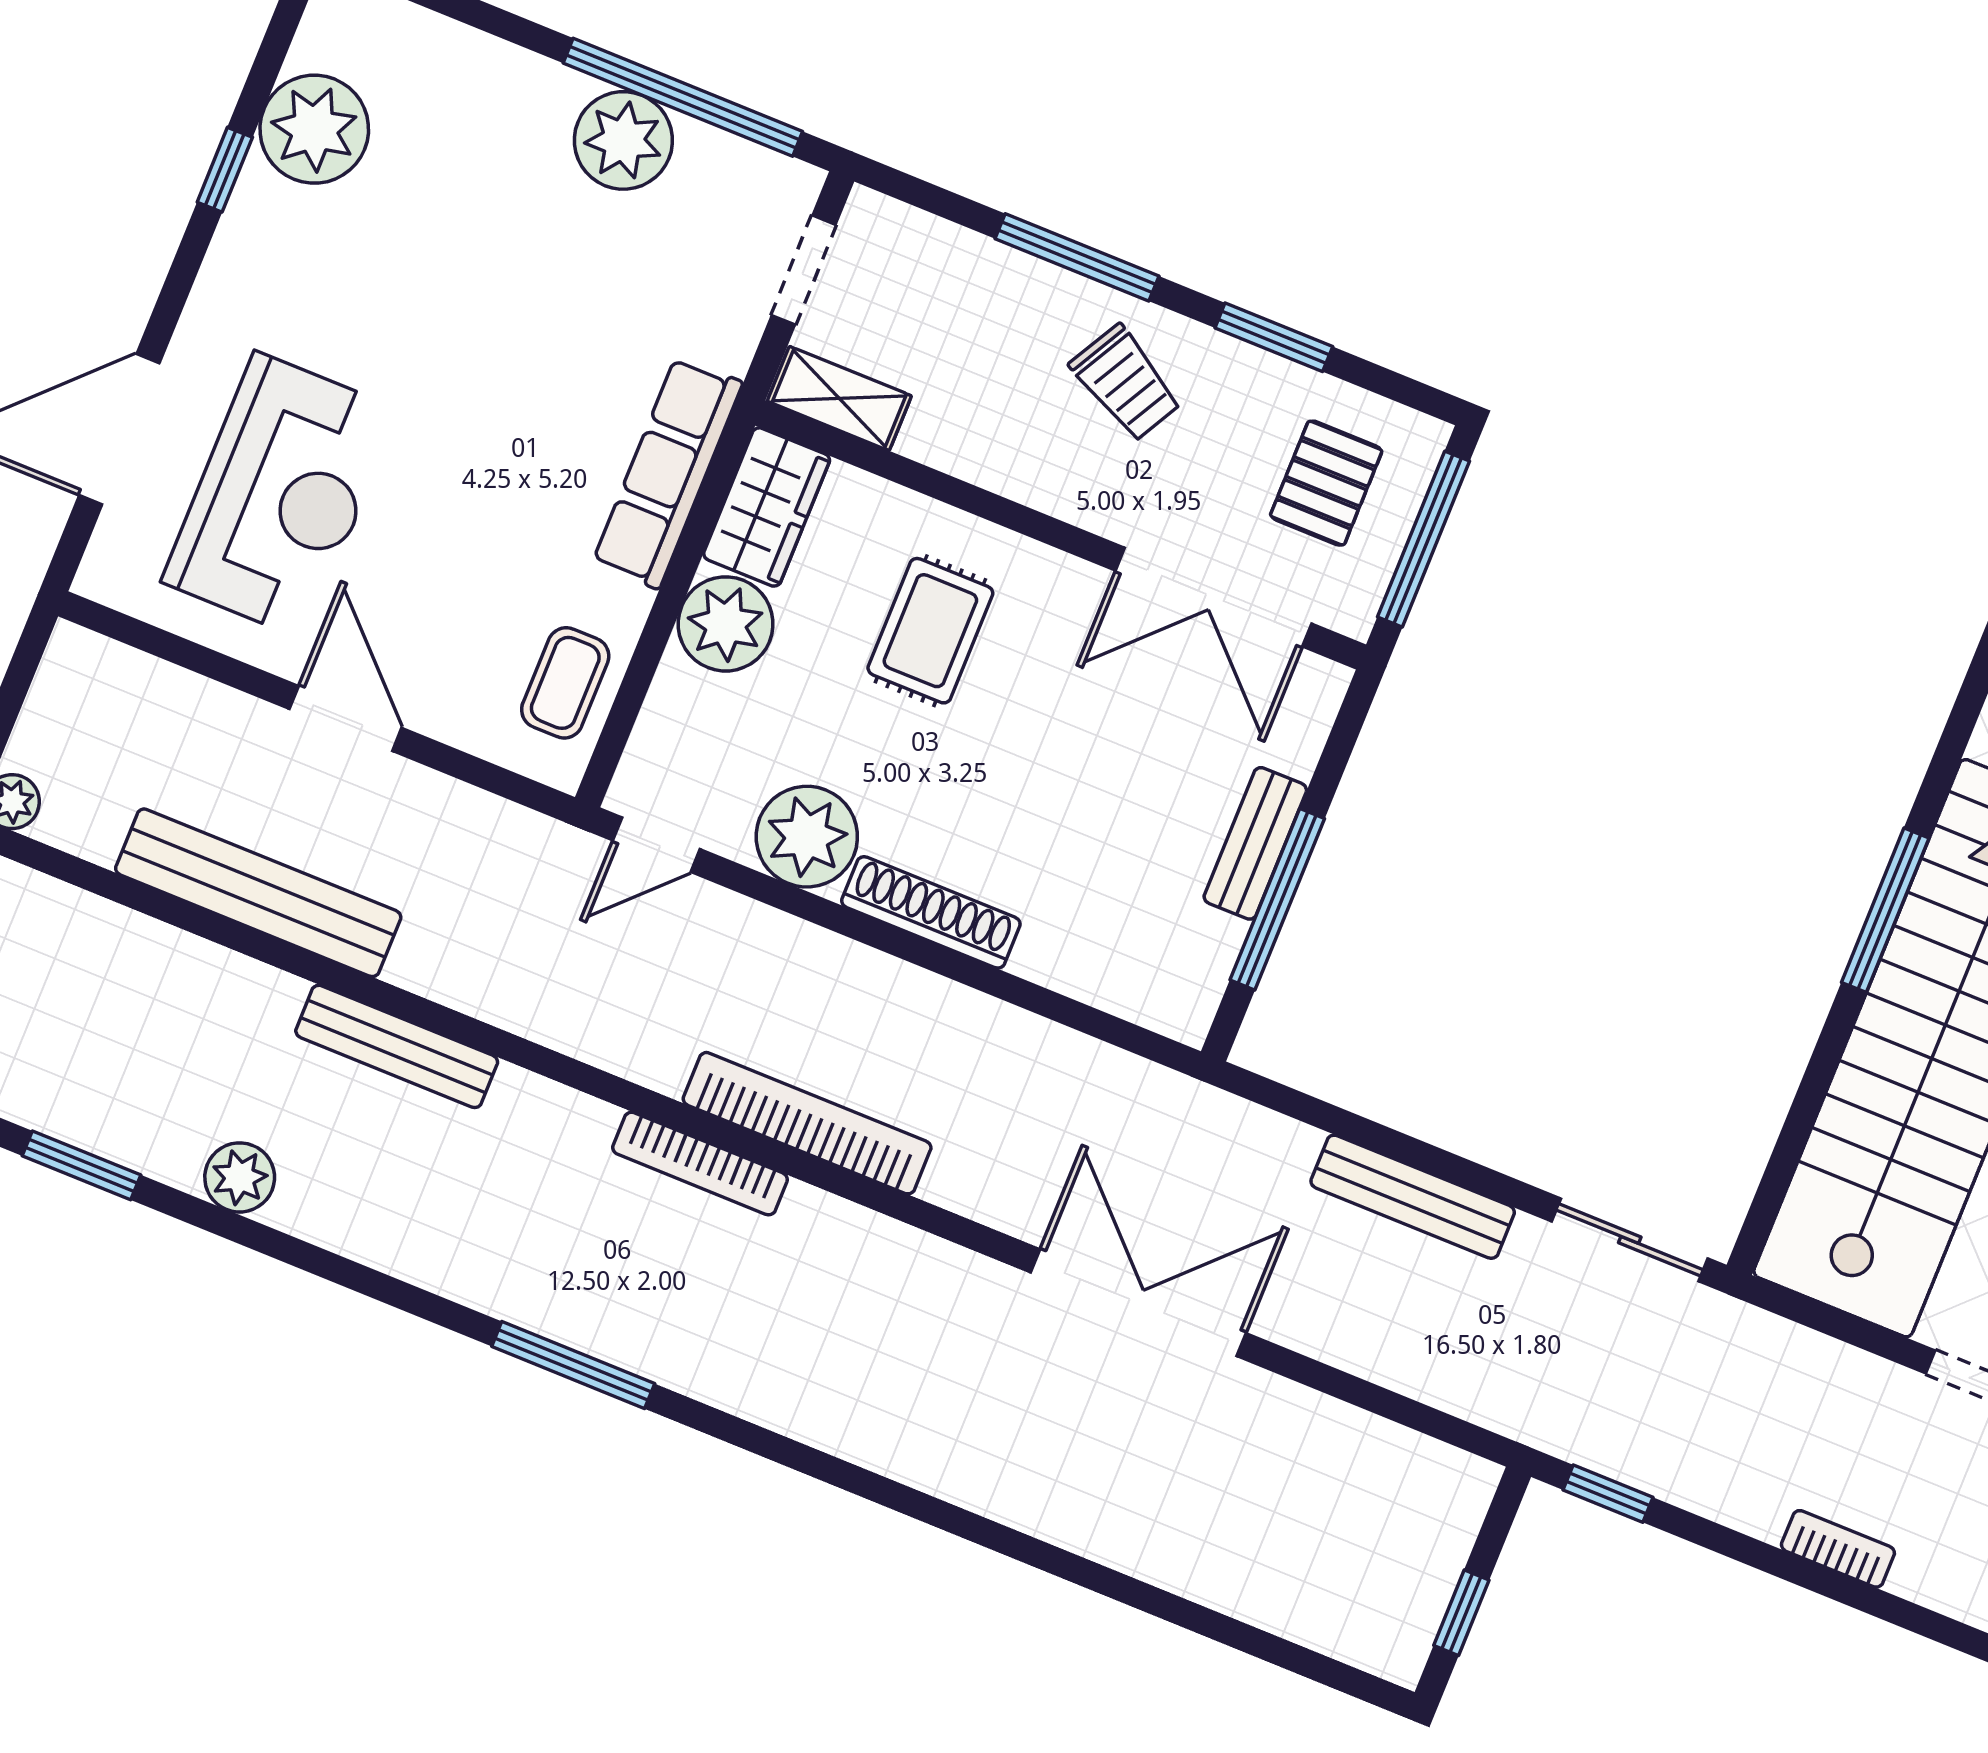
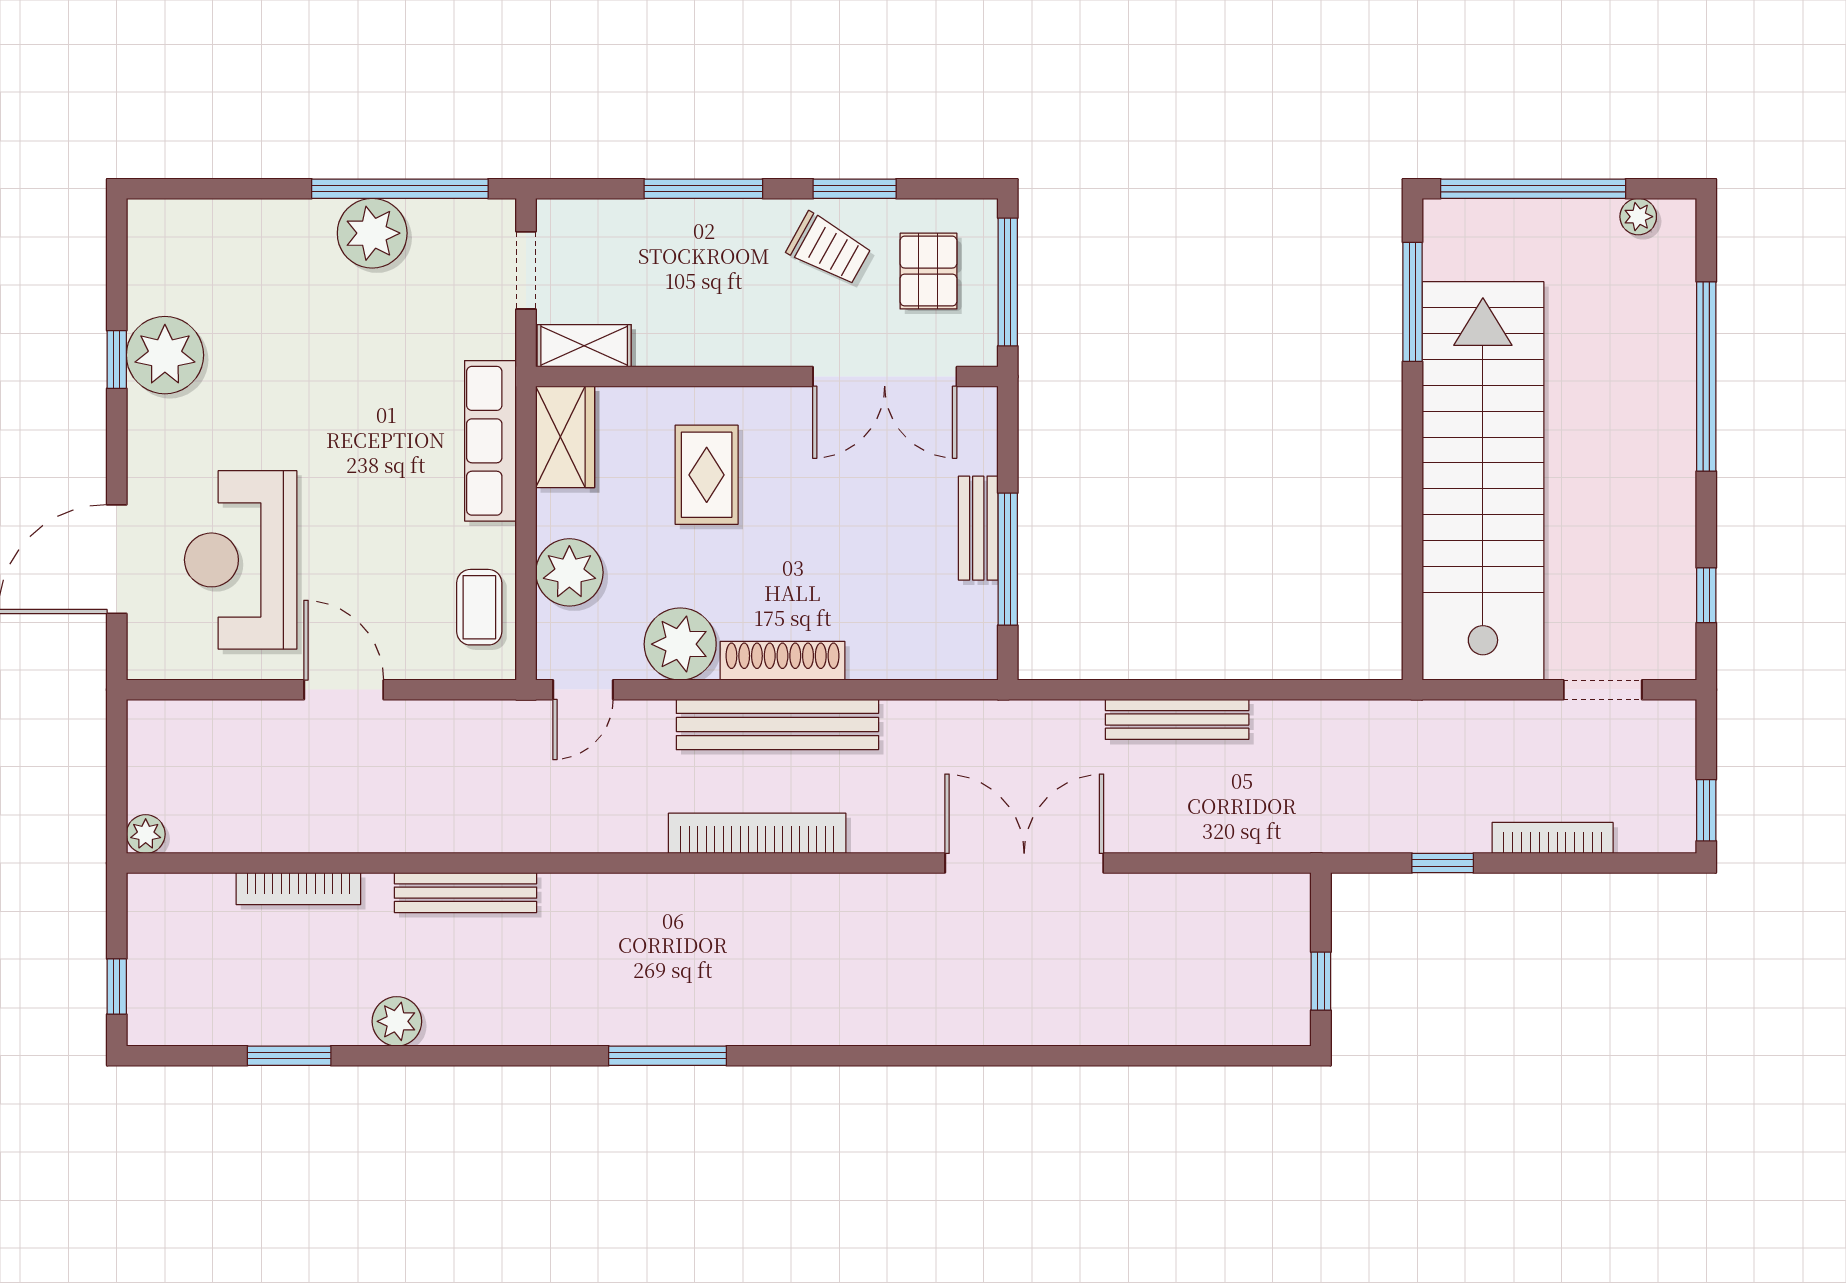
plant: (314, 129) -> (165, 355), moved
trolley: (1126, 383) -> (829, 249), moved
reception desk: (280, 496) -> (241, 560), turned 180
plant: (726, 624) -> (569, 572), moved
bench: (258, 893) -> (777, 724), moved
window: (1885, 910) -> (1412, 302), moved
bookcase: (700, 1164) -> (298, 889), moved
sliding door: (1630, 1240) -> (1332, 690), removed
window: (1608, 1494) -> (1443, 863), moved
bookcase: (1838, 1549) -> (1553, 838), width x1.56

